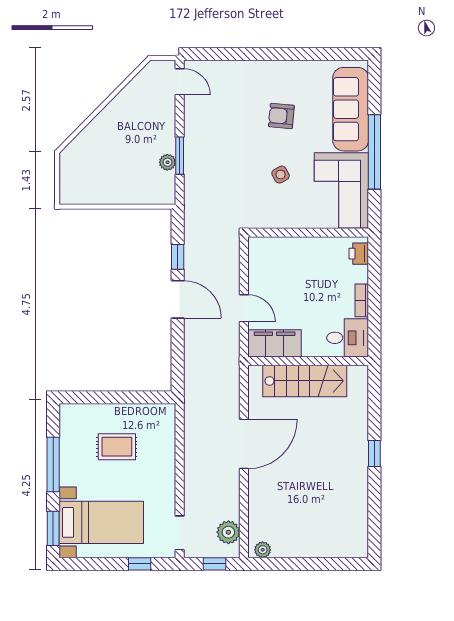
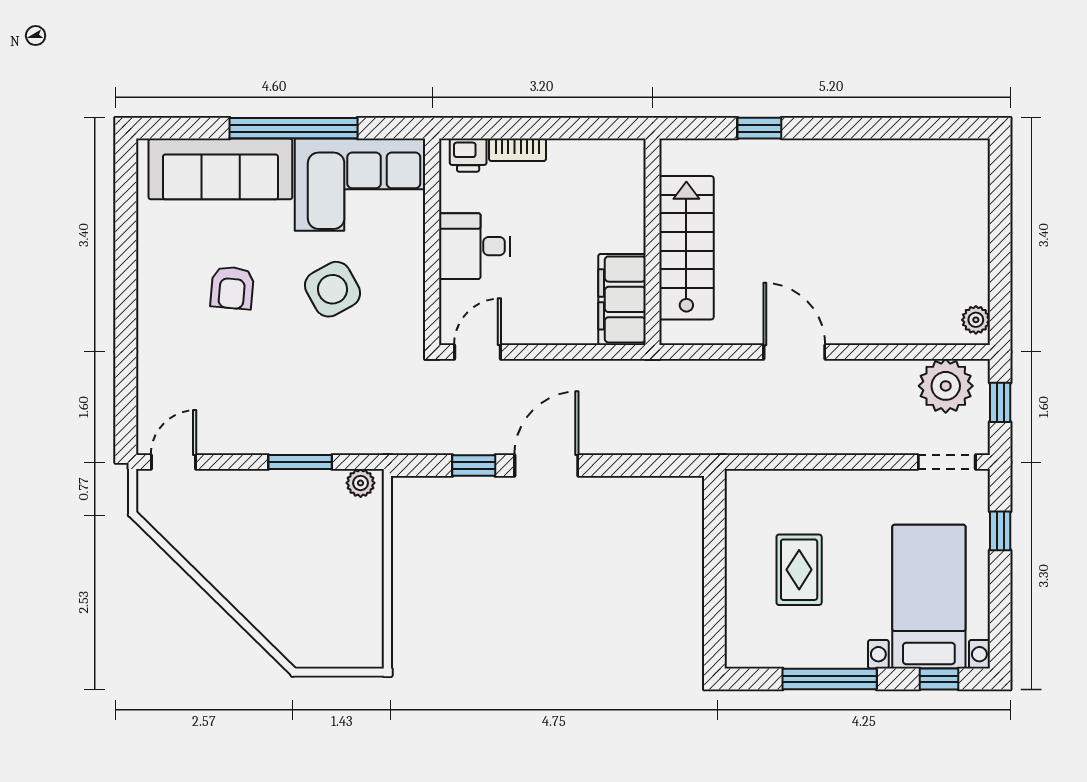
plant: (167, 162) -> (361, 483), moved
side table: (281, 175) -> (333, 289), width x1.87, depth x1.87
bookcase: (362, 300) -> (518, 150), moved
door: (244, 308) -> (478, 352), moved
desk: (348, 338) -> (475, 246), moved, turned -90
door: (244, 444) -> (794, 352), width x0.73
window: (374, 453) -> (759, 128), moved
window: (53, 528) -> (939, 679), width x0.67
plant: (228, 532) -> (946, 386), width x1.36, depth x1.36

